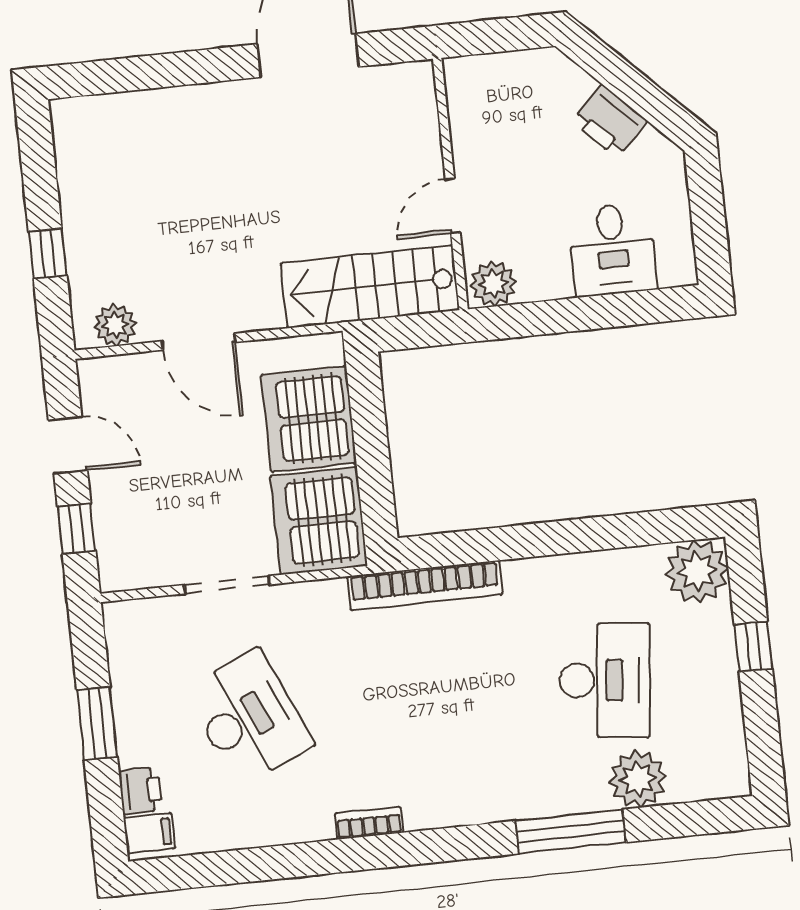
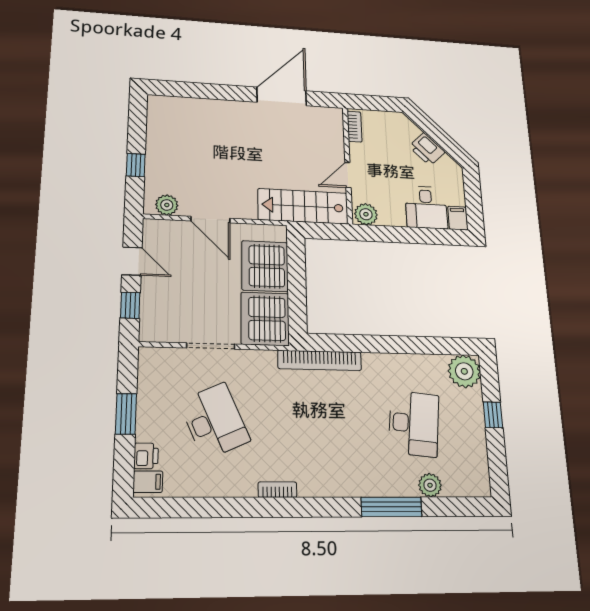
bookcase: (459, 97) -> (355, 127), added
filing cabinet: (677, 262) -> (458, 218), added
plant: (638, 779) -> (430, 485), width x0.73, depth x0.73

